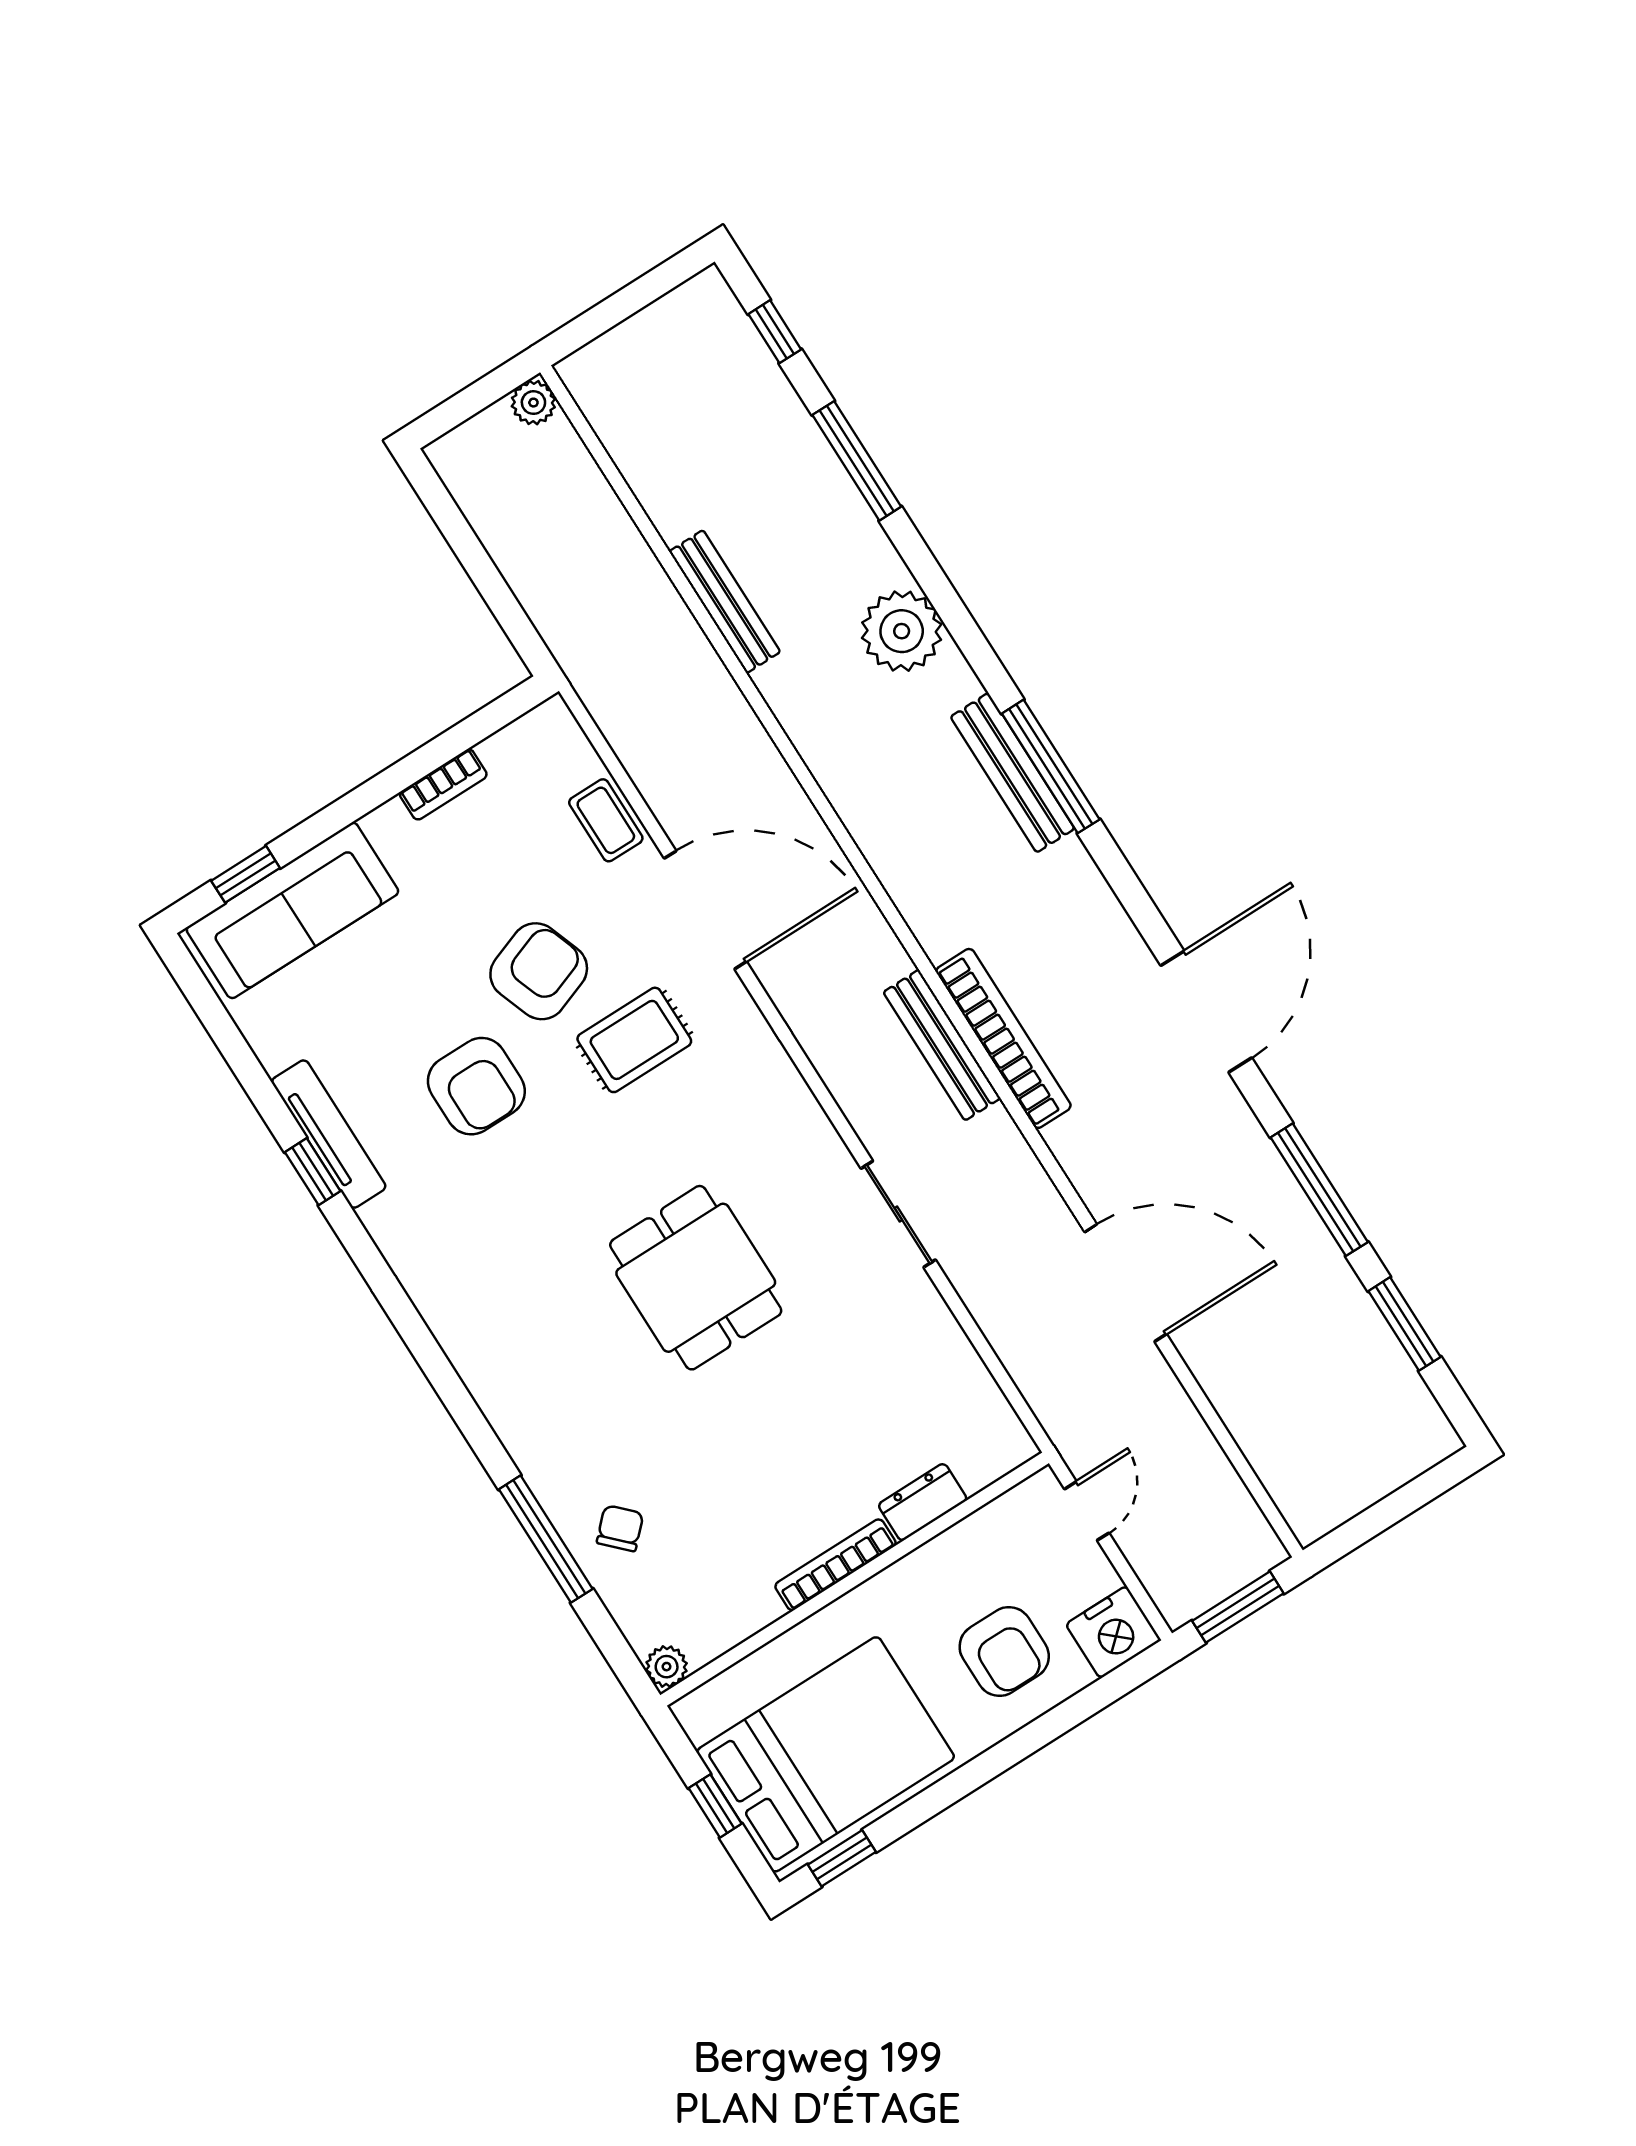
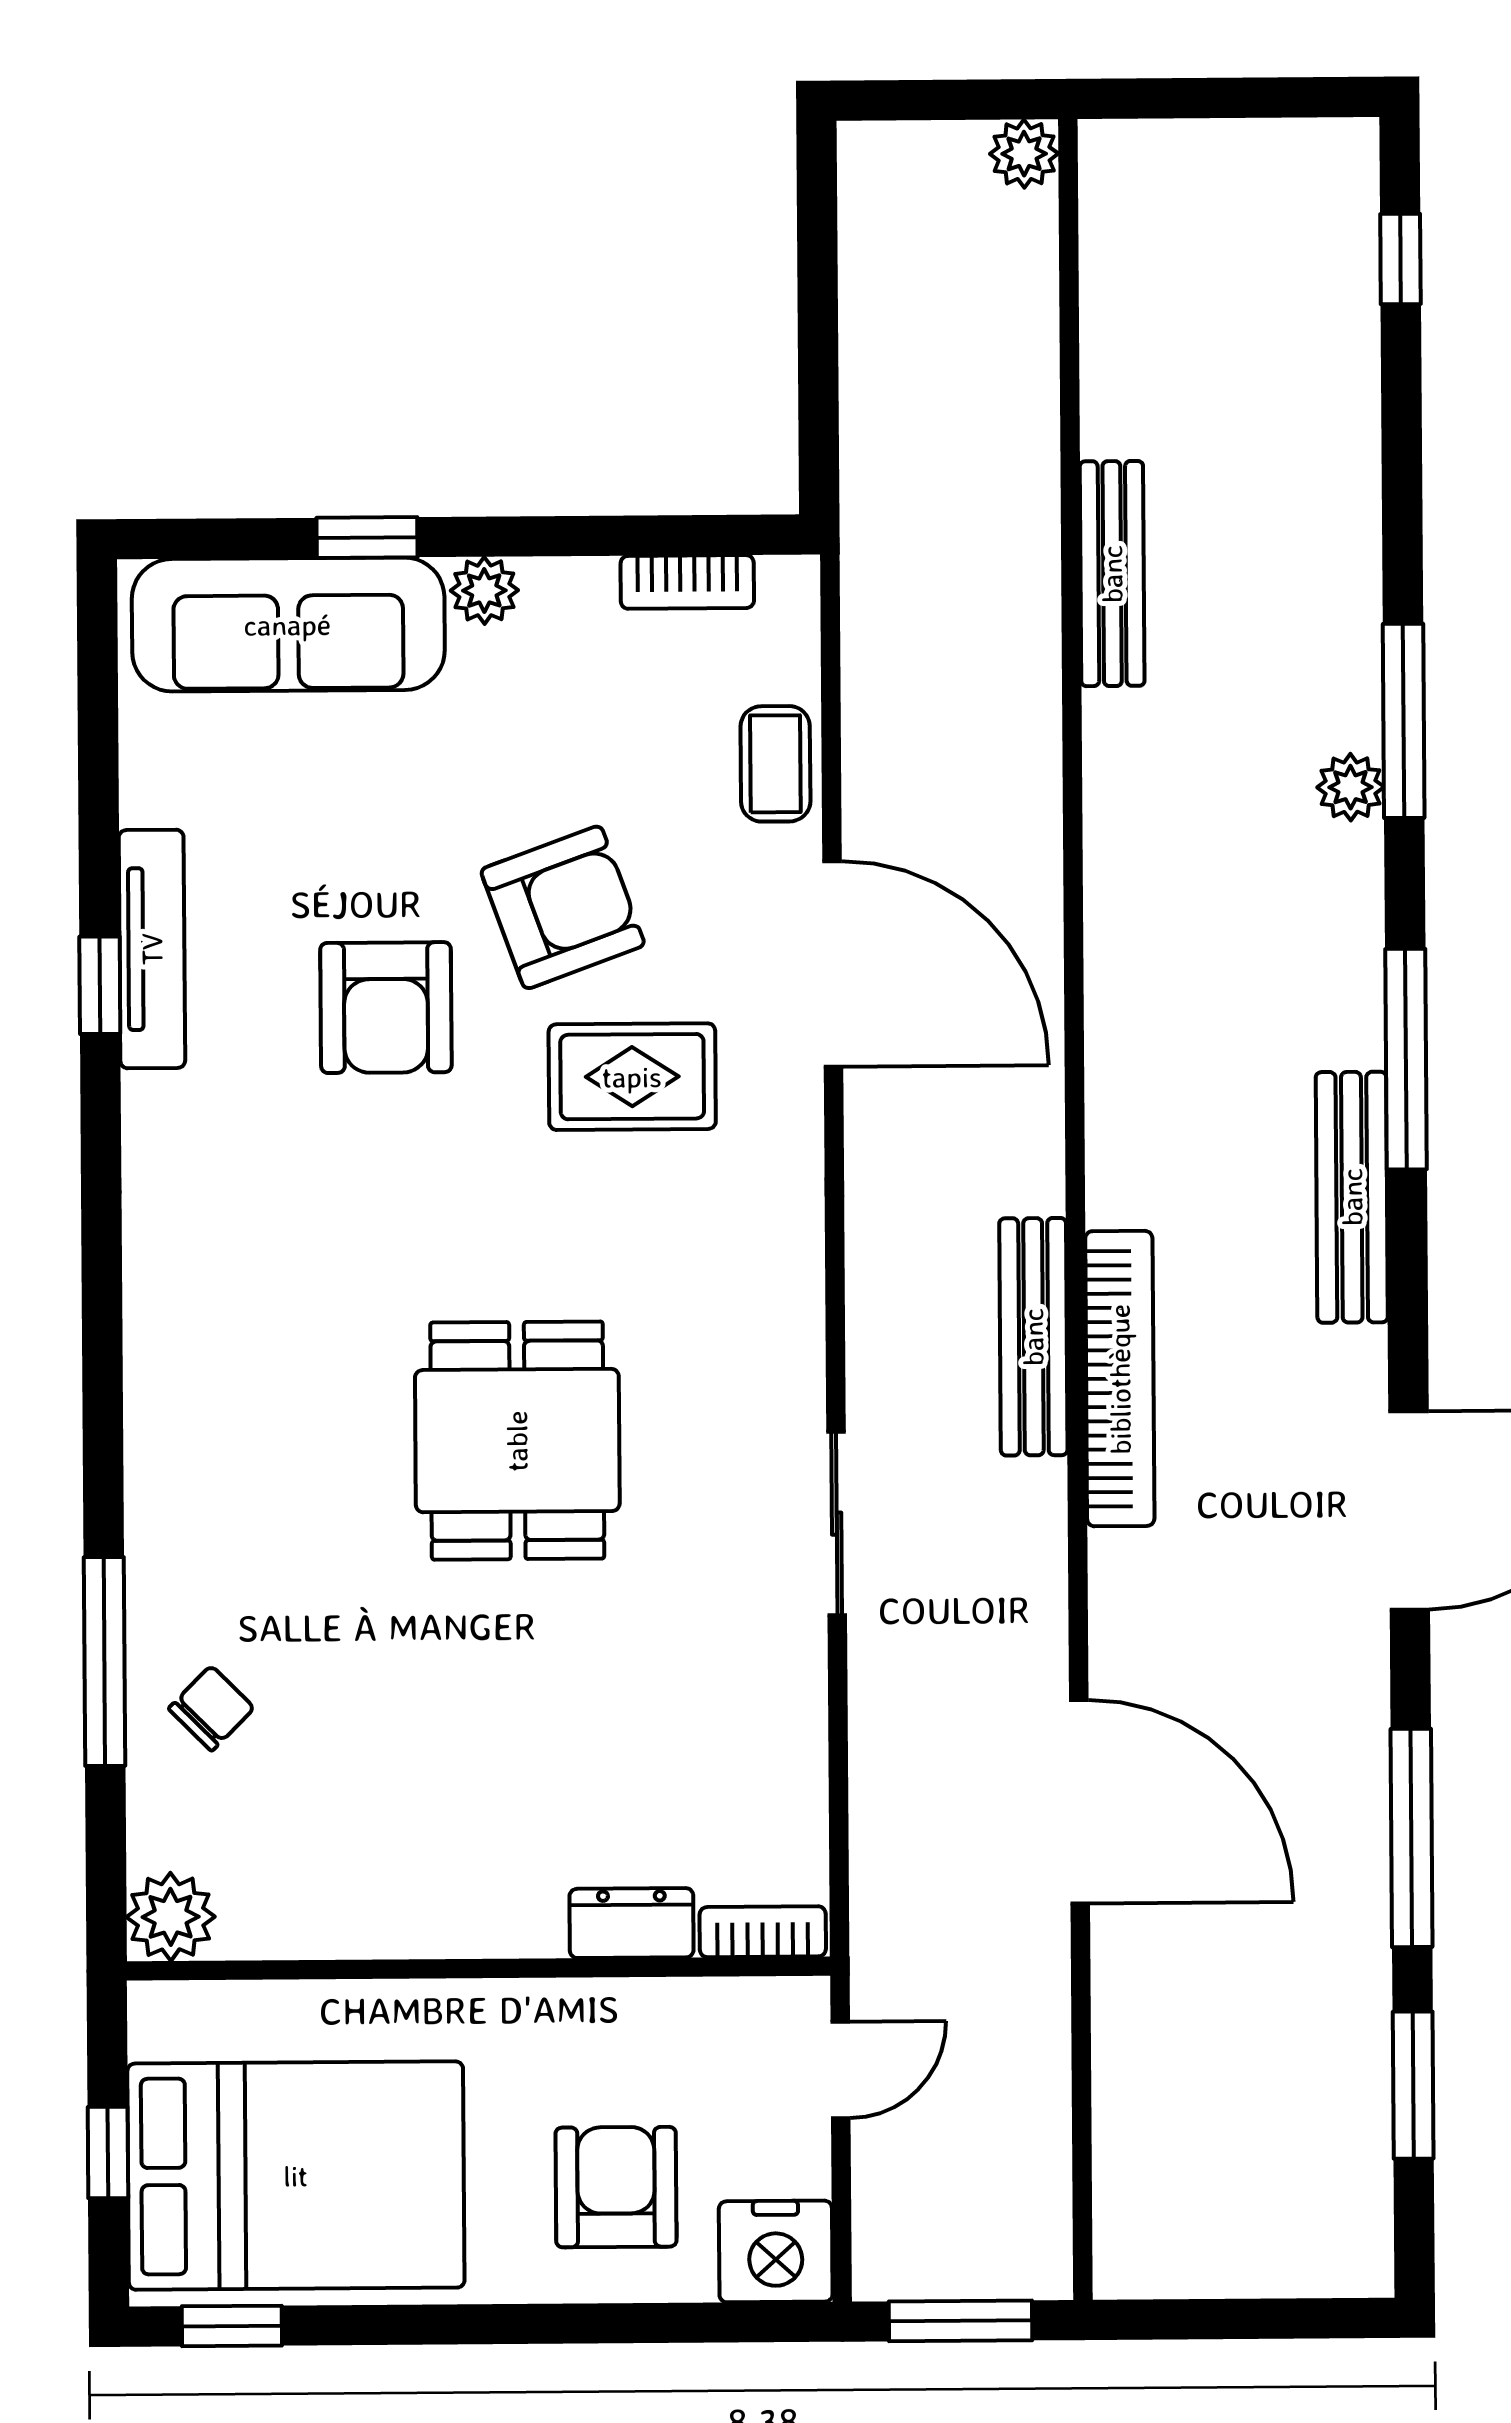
window: (857, 461) -> (1404, 721), moved
plant: (902, 631) -> (1351, 787), width x0.53, depth x0.53
bench: (1013, 773) -> (1352, 1197), moved
bookcase: (443, 784) -> (687, 582), moved
plant: (388, 825) -> (484, 590), added
window: (246, 874) -> (367, 538), moved
bookcase: (835, 1565) -> (763, 1932), moved, width x0.64
armchair: (1004, 1652) -> (616, 2187), turned 180
plant: (667, 1667) -> (171, 1917), width x1.38, depth x1.38

